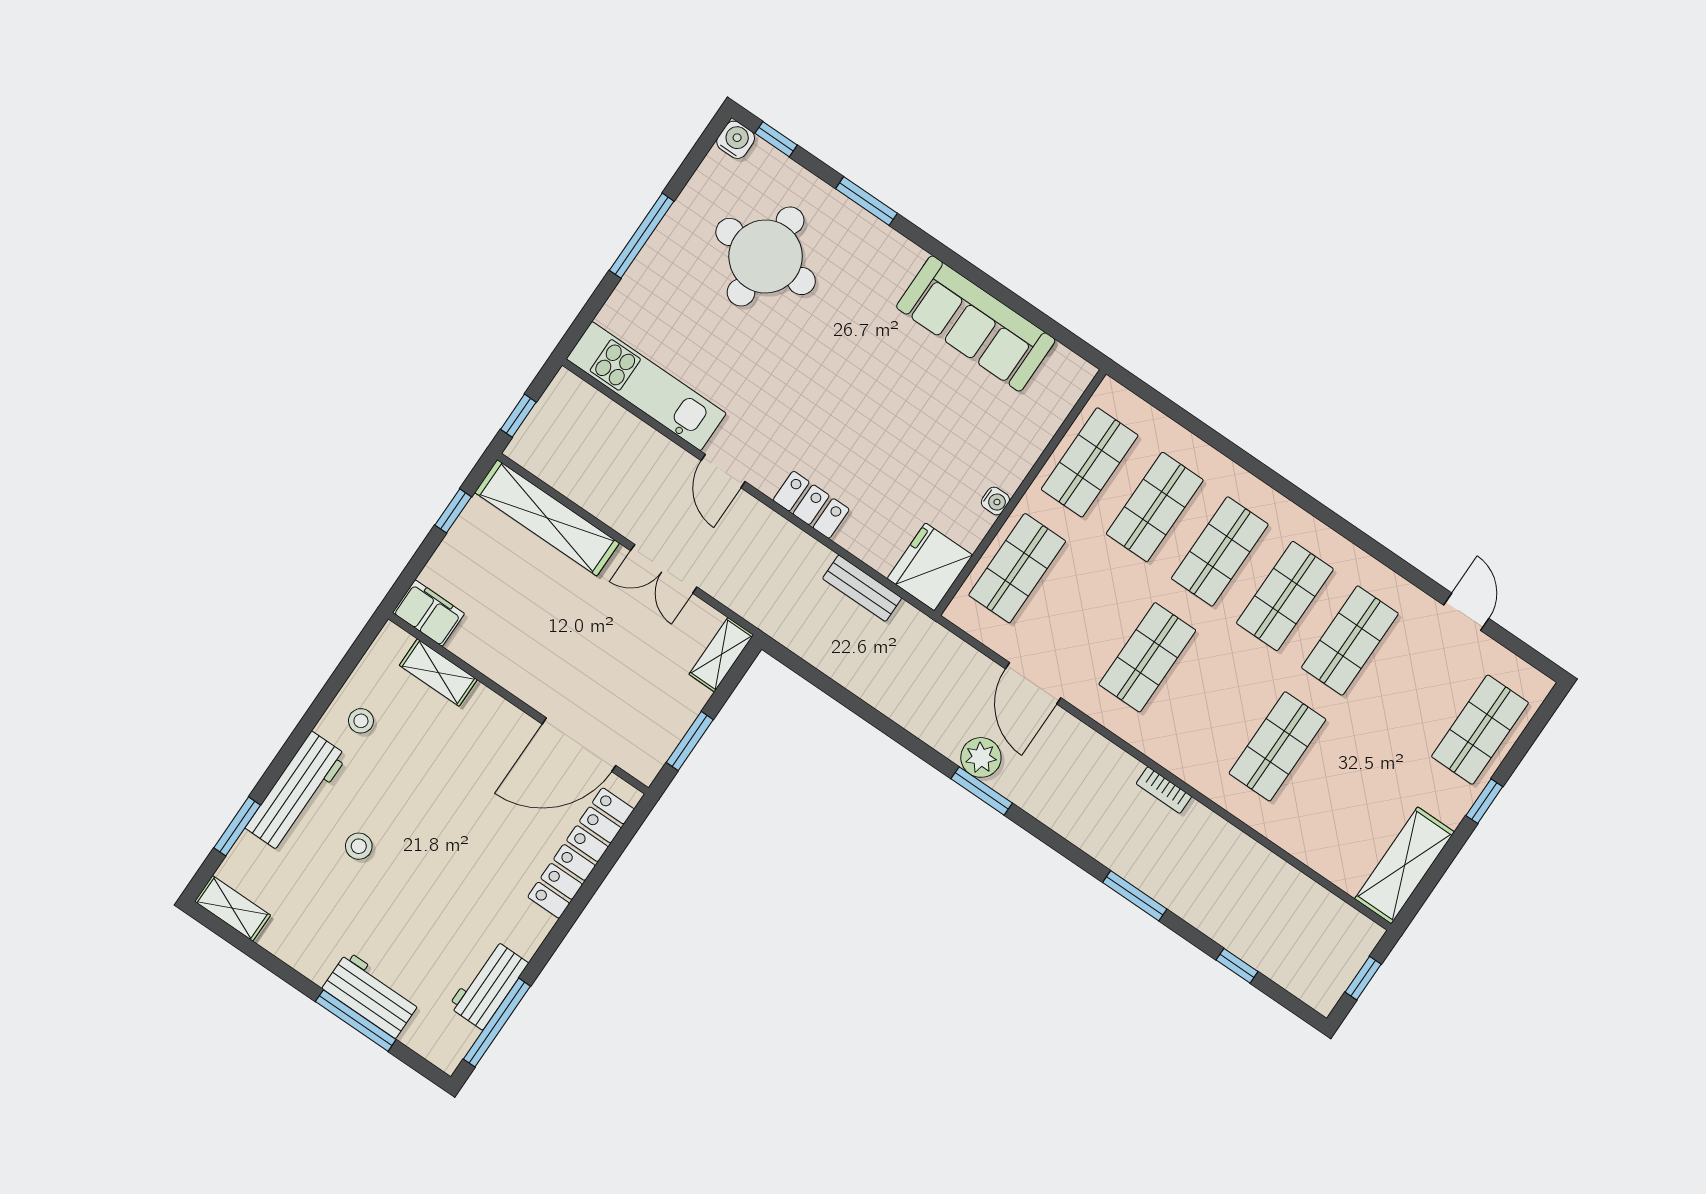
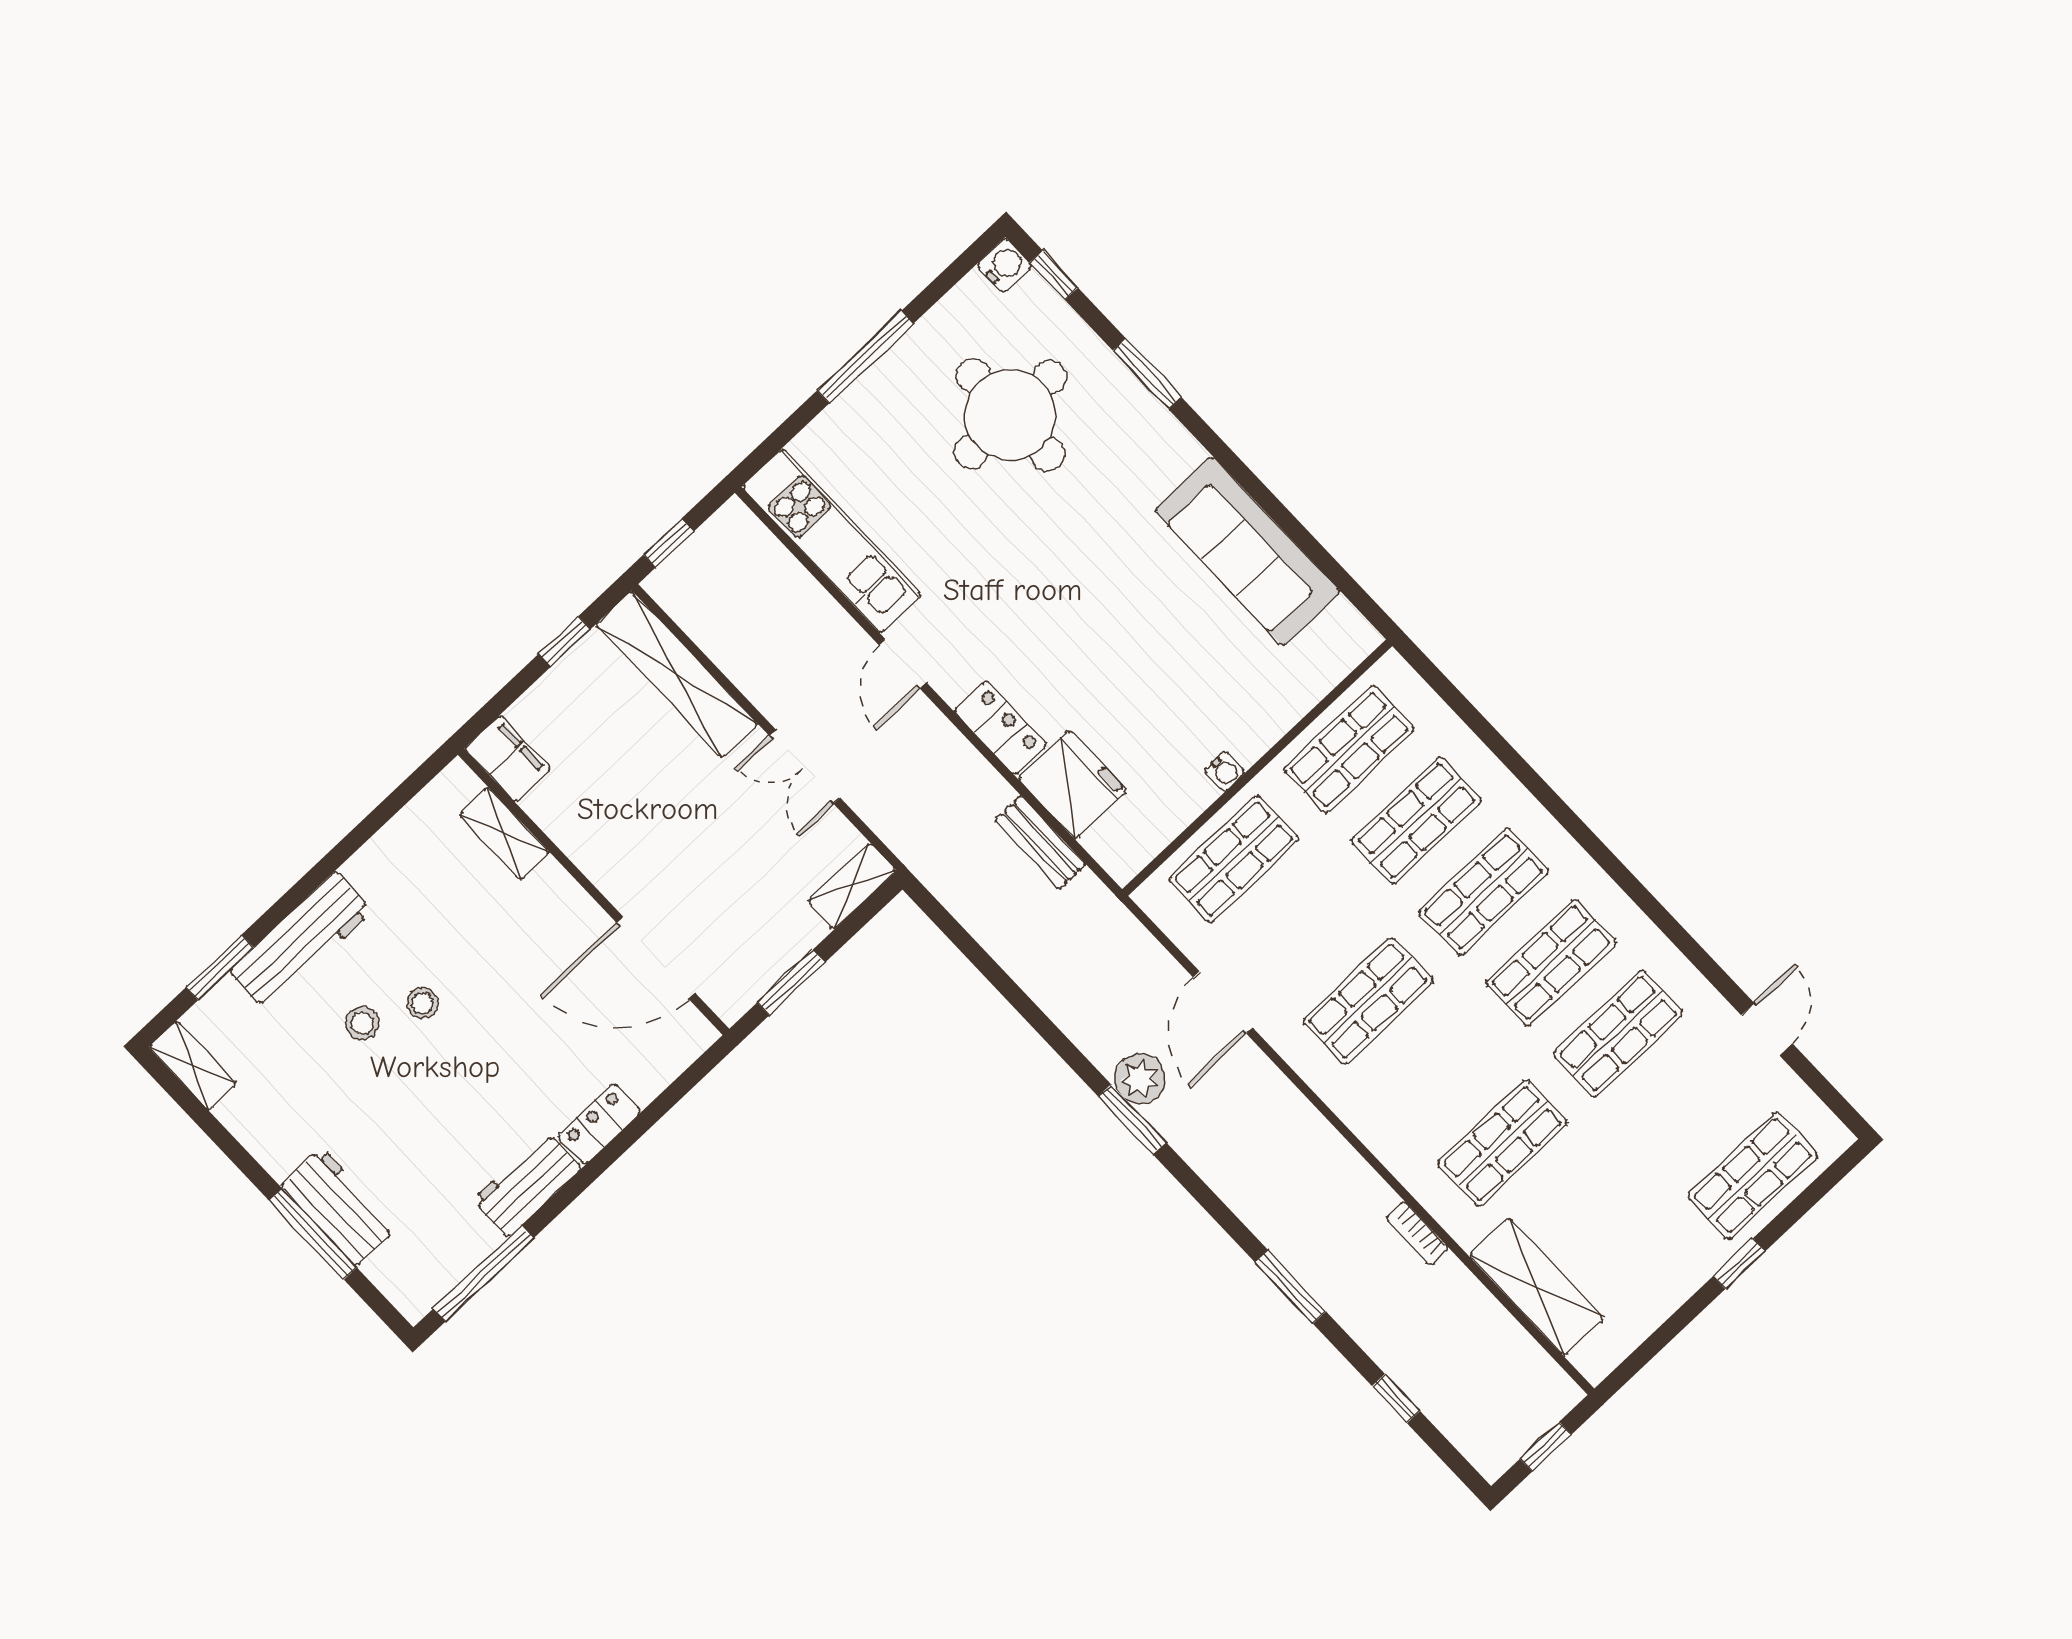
fridge: (930, 567) -> (1072, 785), moved, turned 90
stool: (361, 721) -> (422, 1003), moved
bookcase: (1164, 790) -> (1417, 1233), moved
locker: (581, 853) -> (599, 1124), width x0.46, depth x0.83
shelving: (1405, 865) -> (1536, 1287), moved, turned 90
workbench: (488, 985) -> (527, 1184), moved

